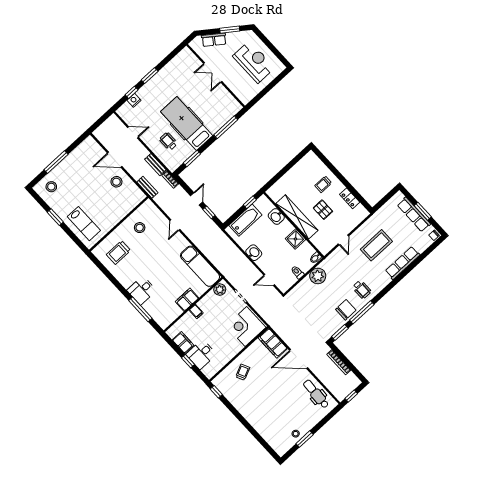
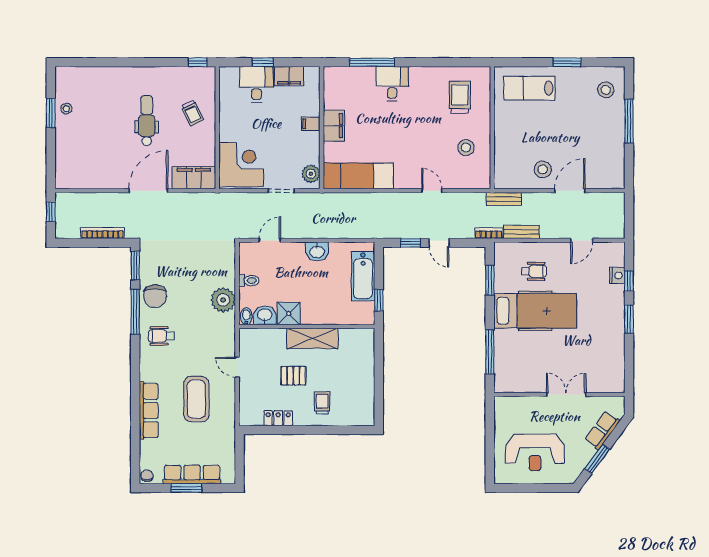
washbasin: (276, 216) -> (265, 315), moved
shelving: (297, 217) -> (312, 338), width x0.68
dental chair: (316, 394) -> (147, 121), moved, turned -93

